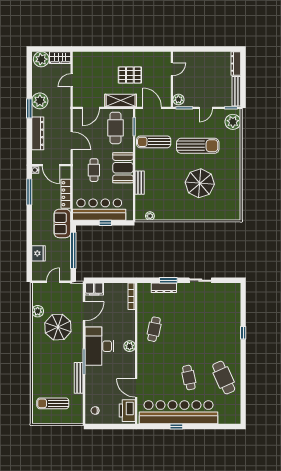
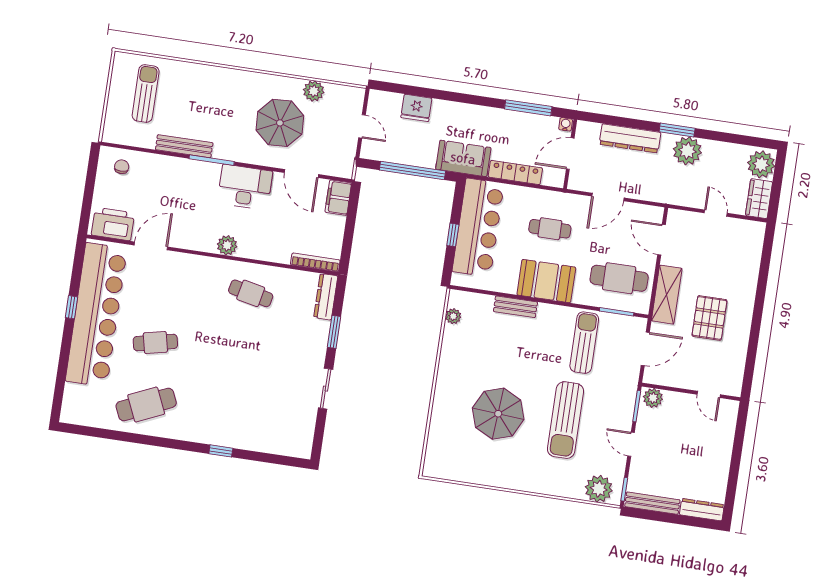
dresser: (164, 288) -> (326, 297), moved
desk: (99, 346) -> (245, 187), width x0.73, depth x0.77

